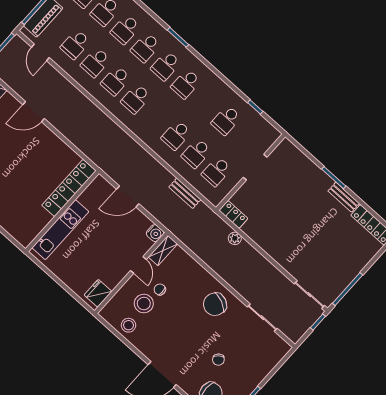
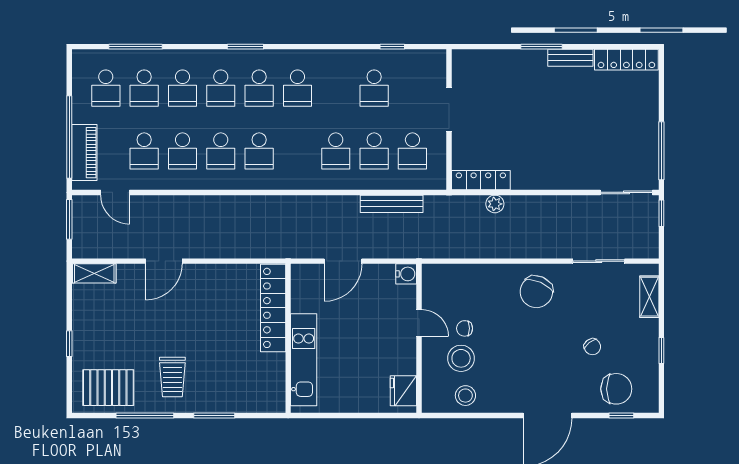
bench: (185, 193) -> (392, 204), width x1.36
locker: (233, 214) -> (481, 180), width x1.53
shelving: (163, 250) -> (649, 297), moved

